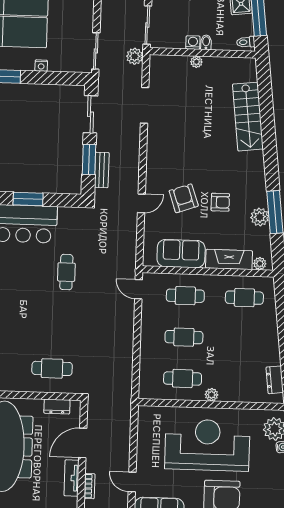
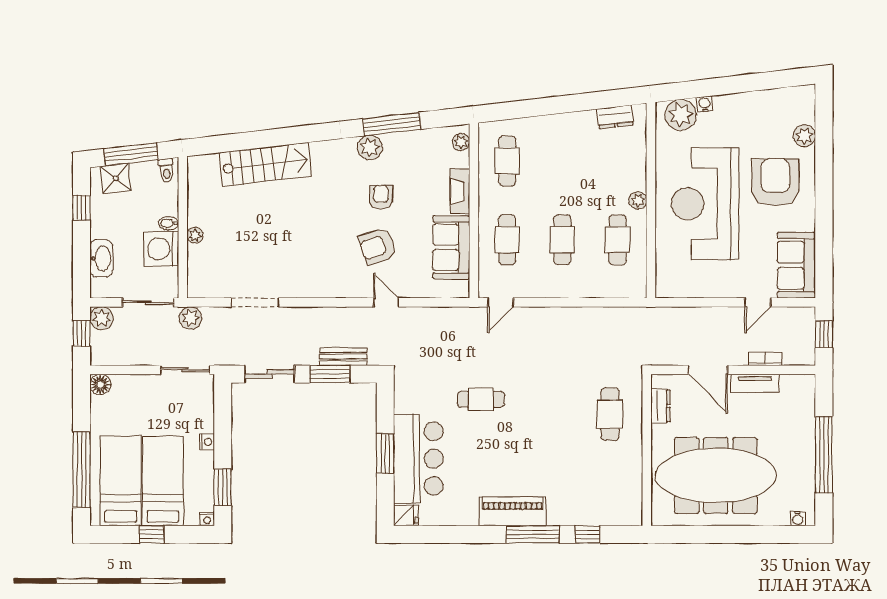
washing machine: (193, 43) -> (161, 249), width x1.89, depth x1.89
plant: (260, 217) -> (370, 147), moved
fireplace: (229, 259) -> (460, 191), width x0.73, depth x0.76

